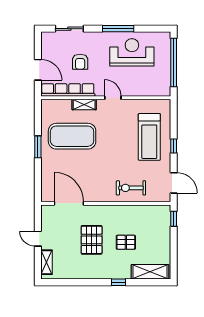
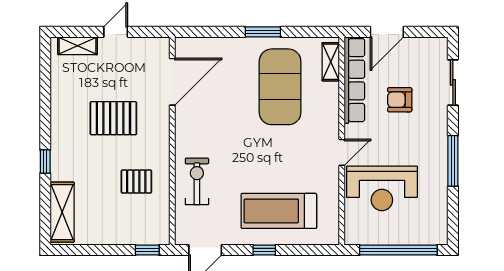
reception desk: (132, 52) -> (382, 188), moved, turned 90
shelving: (84, 105) -> (331, 62), moved
pallet: (126, 242) -> (136, 182), moved, turned 90

